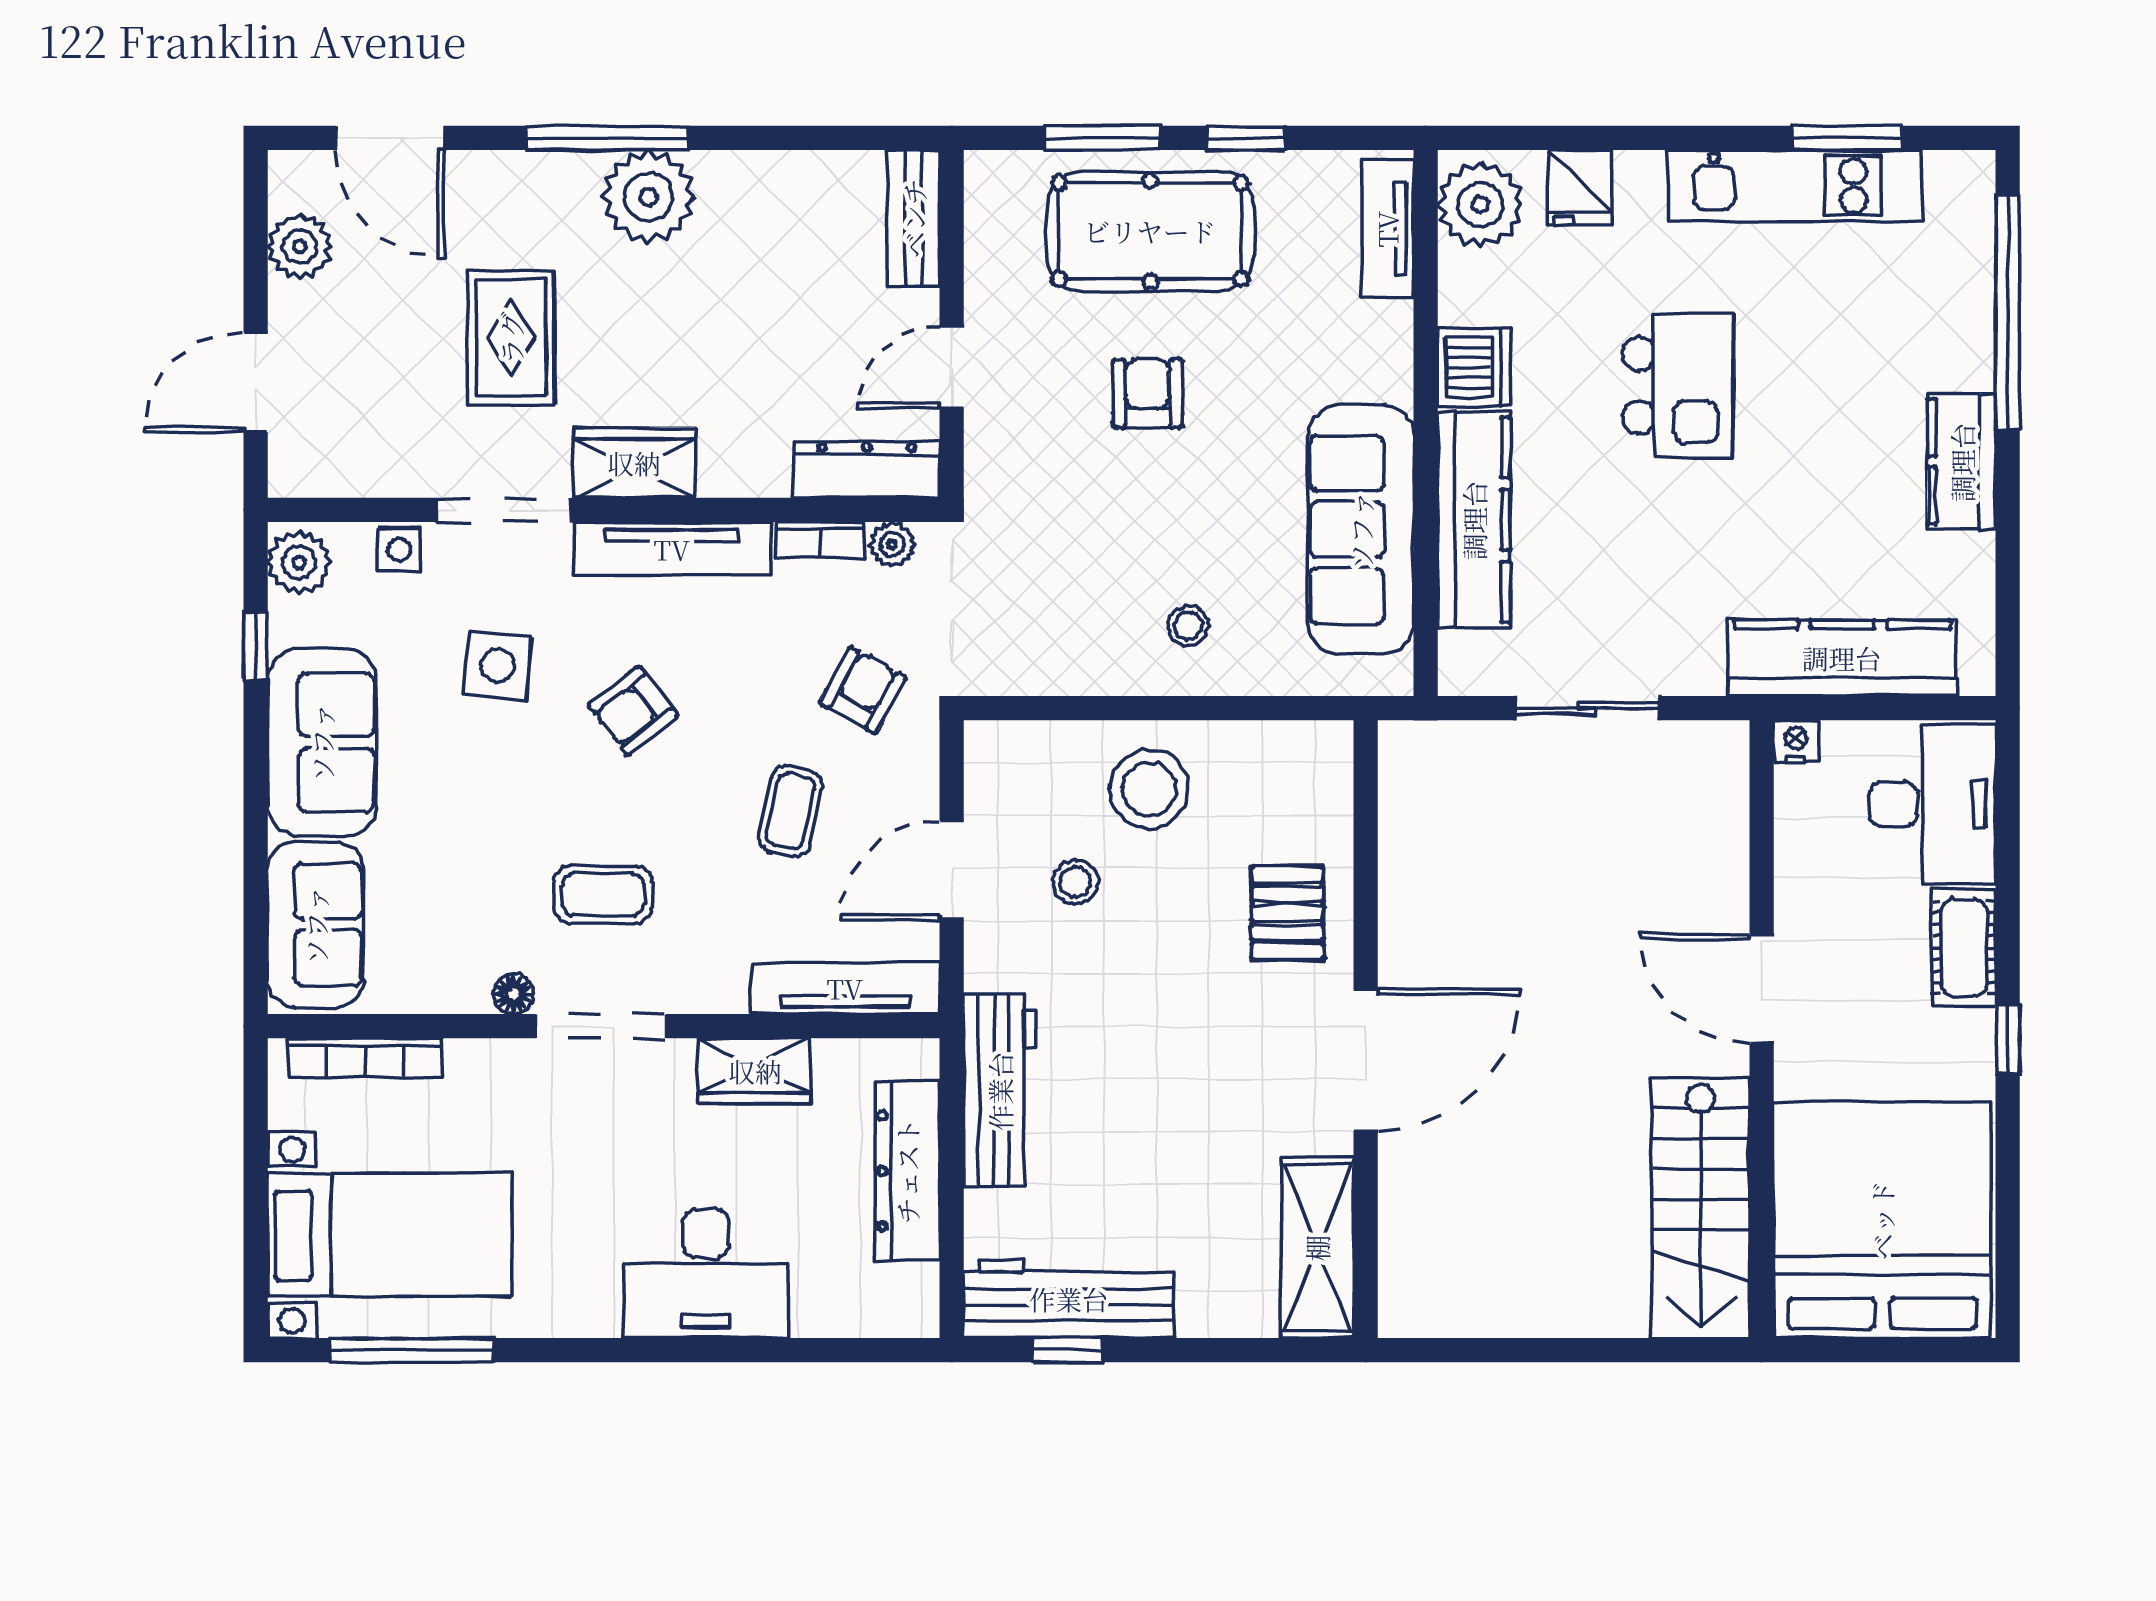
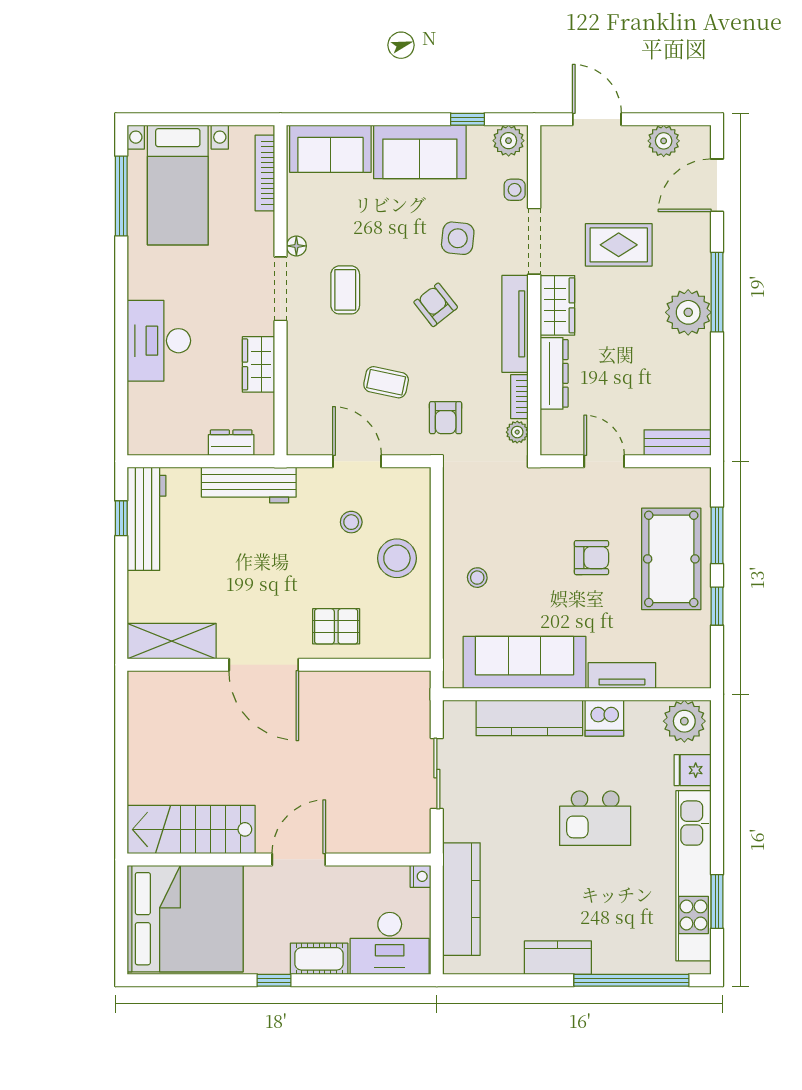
kitchen unit: (1795, 186) -> (694, 876), width x1.36
tv unit: (1387, 229) -> (622, 676), moved
dresser: (867, 470) -> (554, 373), moved
armchair: (863, 690) -> (446, 418), turned 61
tv unit: (845, 988) -> (299, 409), removed
dresser: (907, 1171) -> (231, 443), width x0.51, depth x0.80

